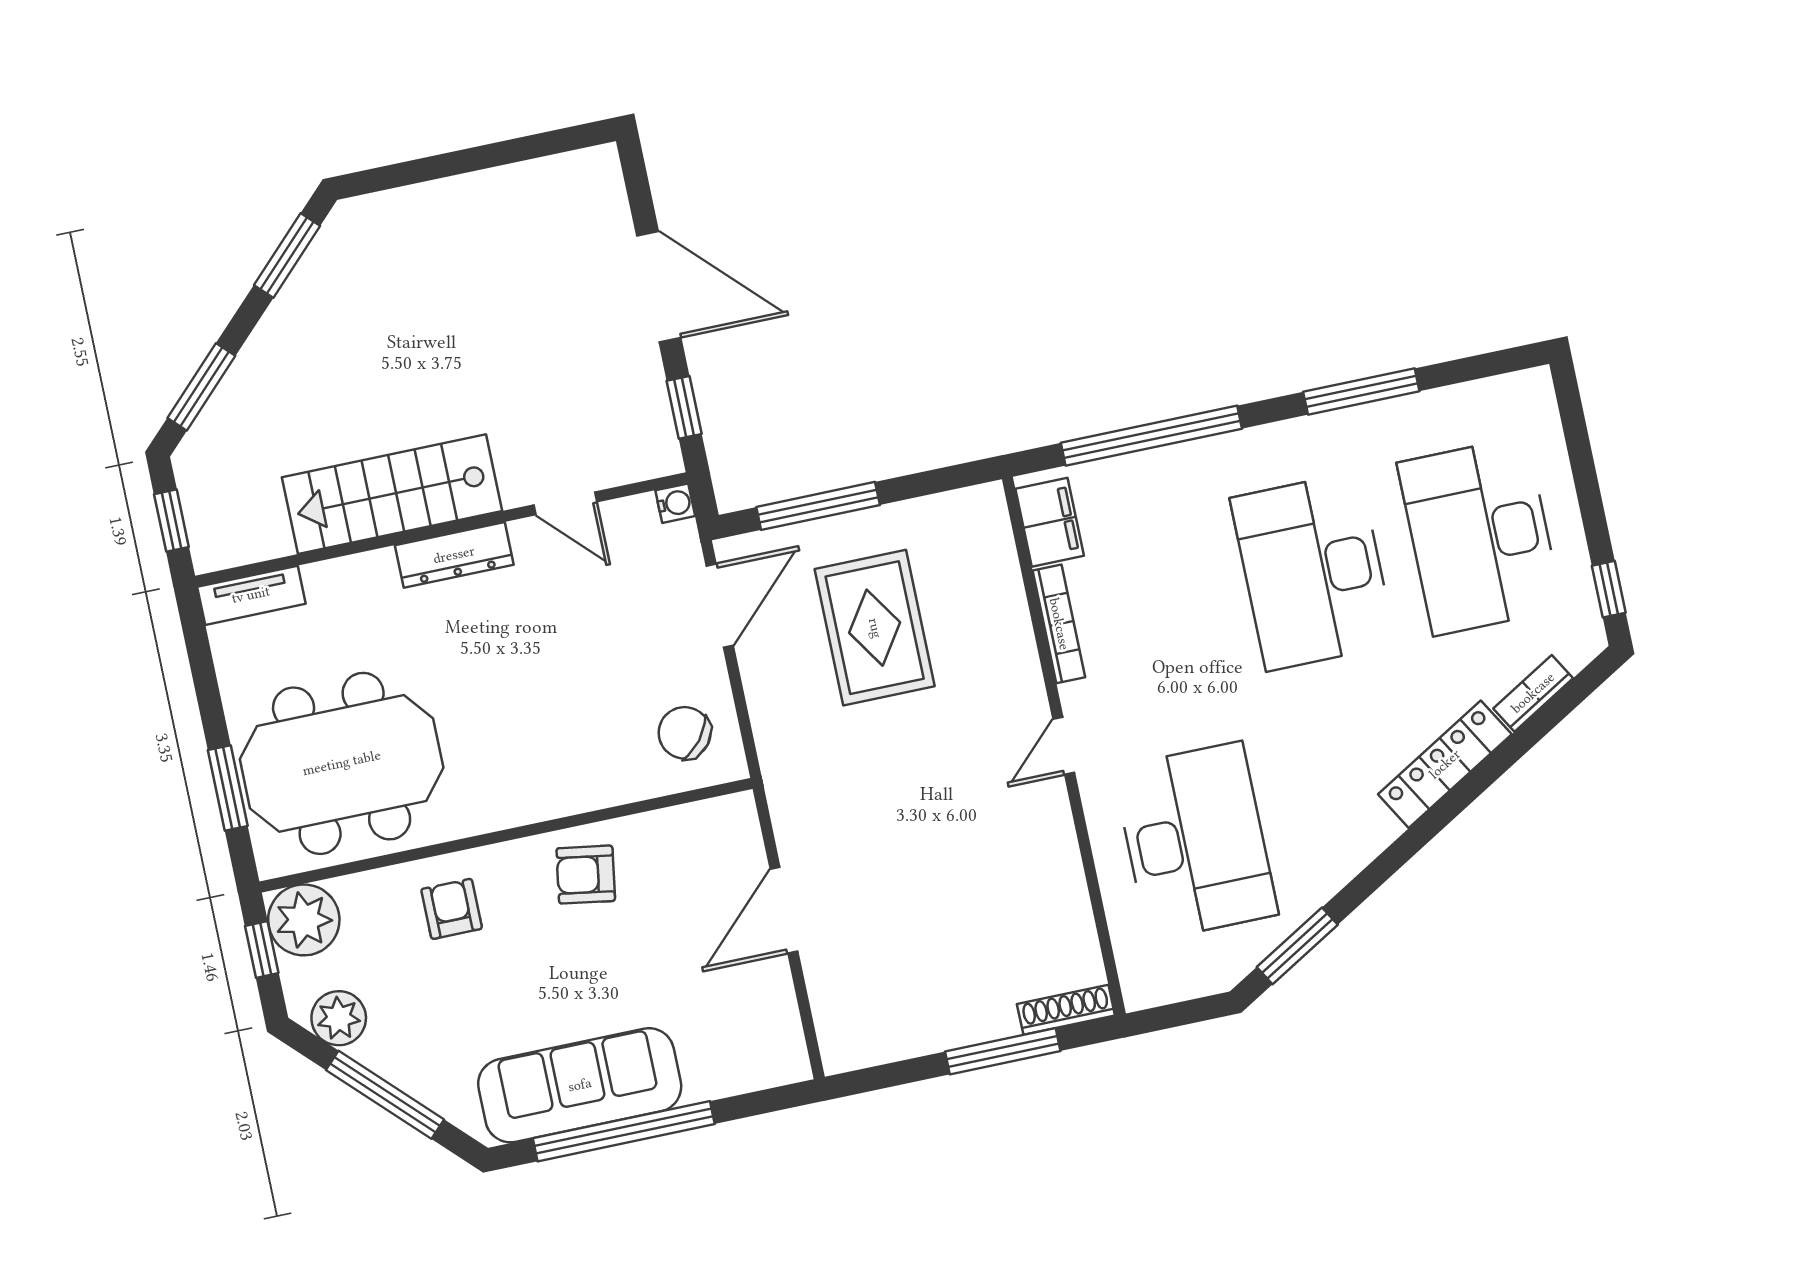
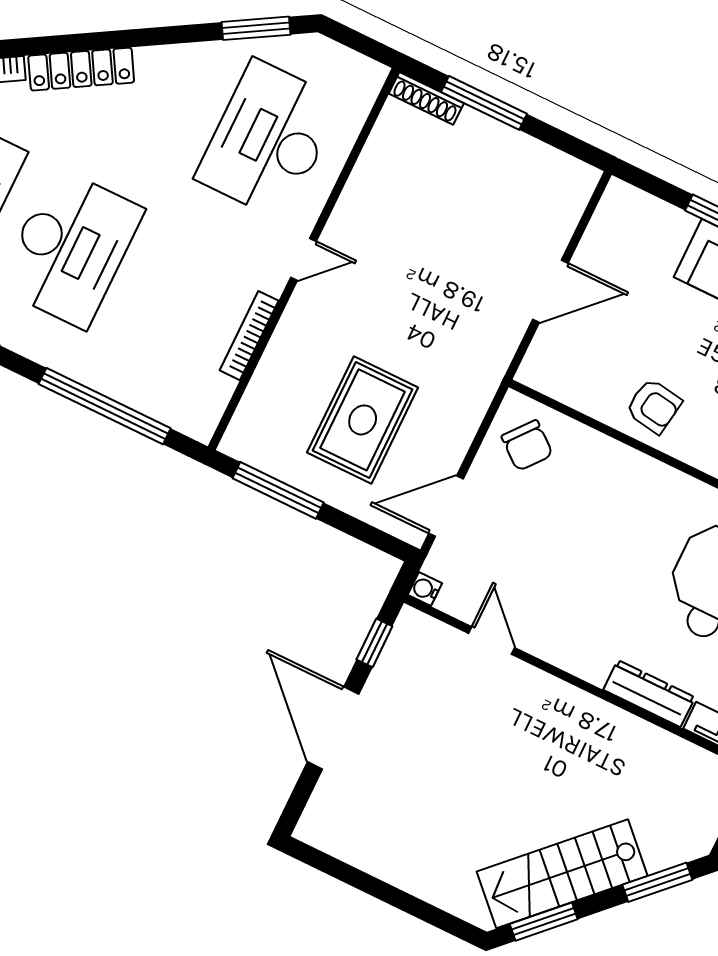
stairs: (392, 494) -> (562, 874), moved, turned 135
window: (818, 506) -> (278, 490), moved
filing cabinet: (1050, 522) -> (207, 402), removed
dresser: (454, 555) -> (649, 694), moved

